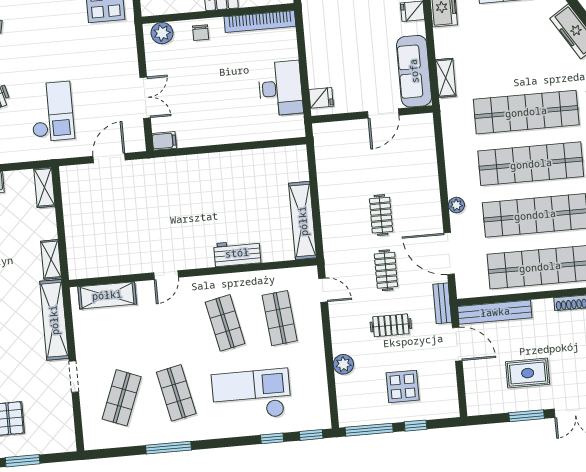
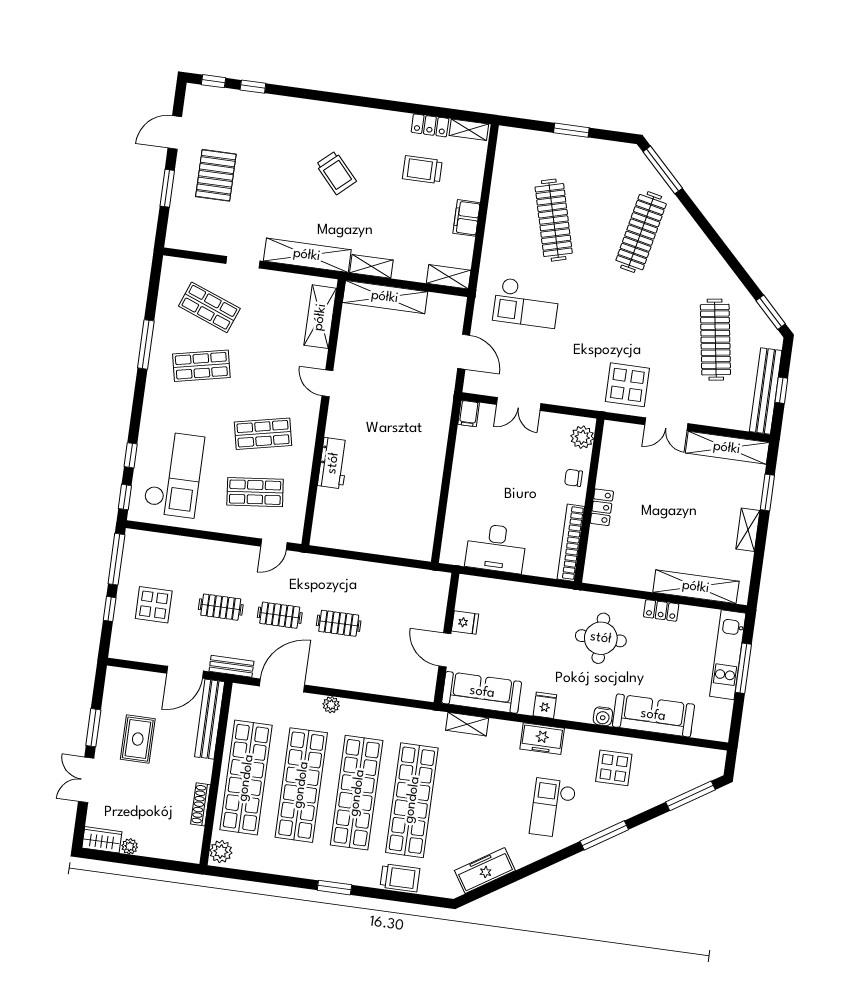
fridge: (321, 98) -> (465, 623), moved, turned -90
shelving: (303, 221) -> (385, 297), moved
clothes rail: (391, 325) -> (221, 607), turned 90
plant: (343, 364) -> (191, 548), removed
checkout: (251, 395) -> (174, 474), moved

